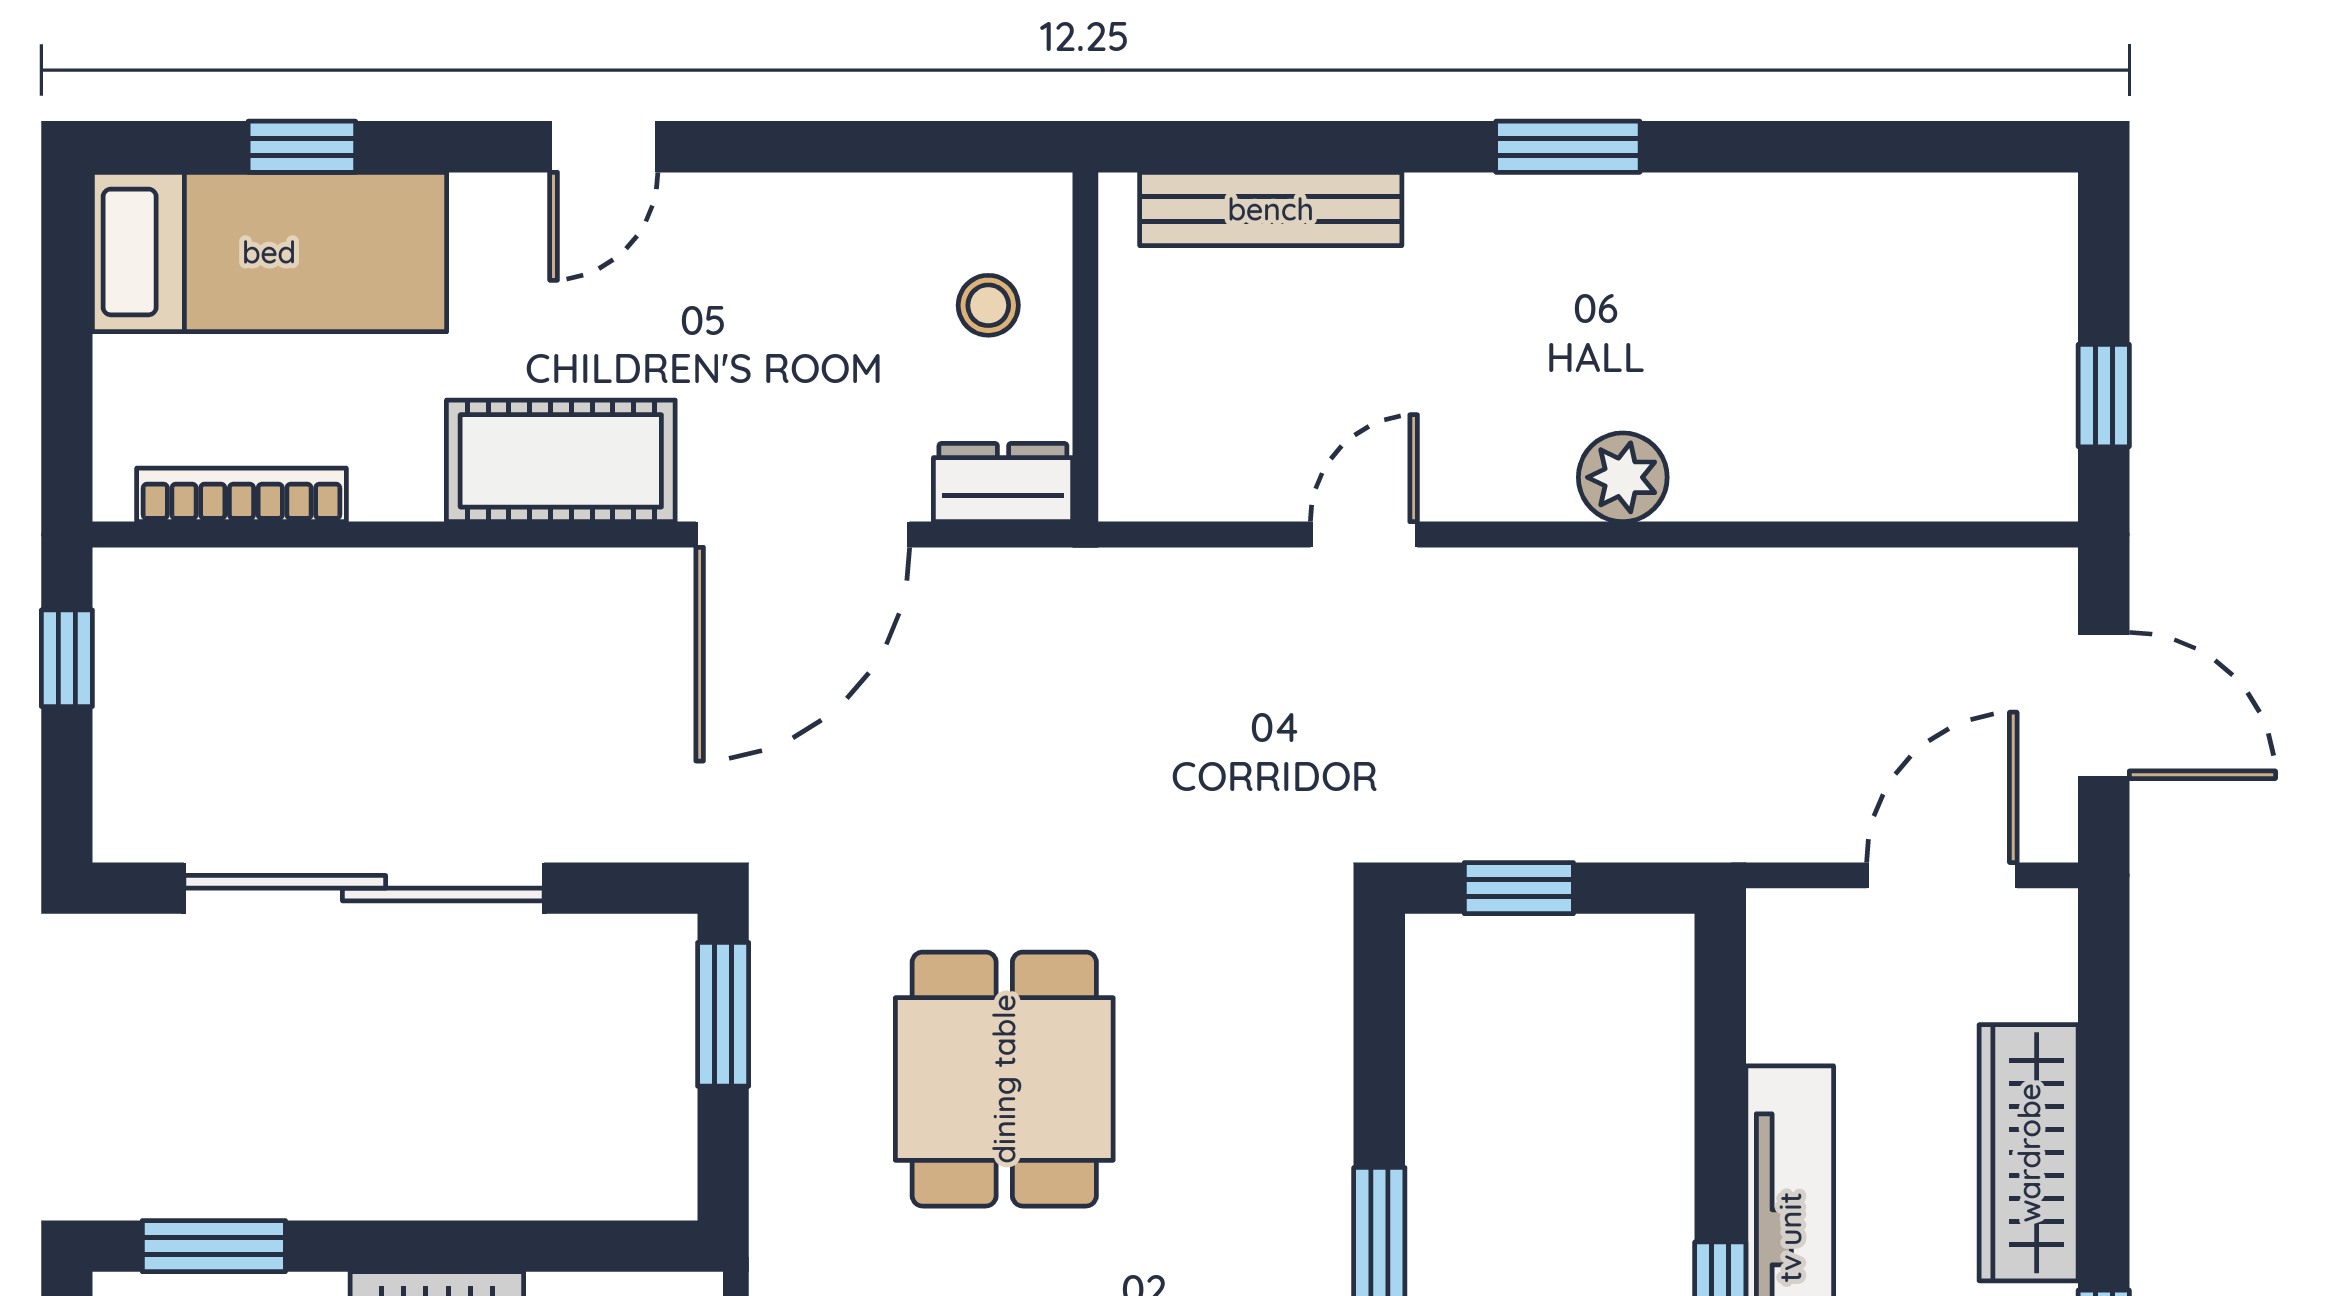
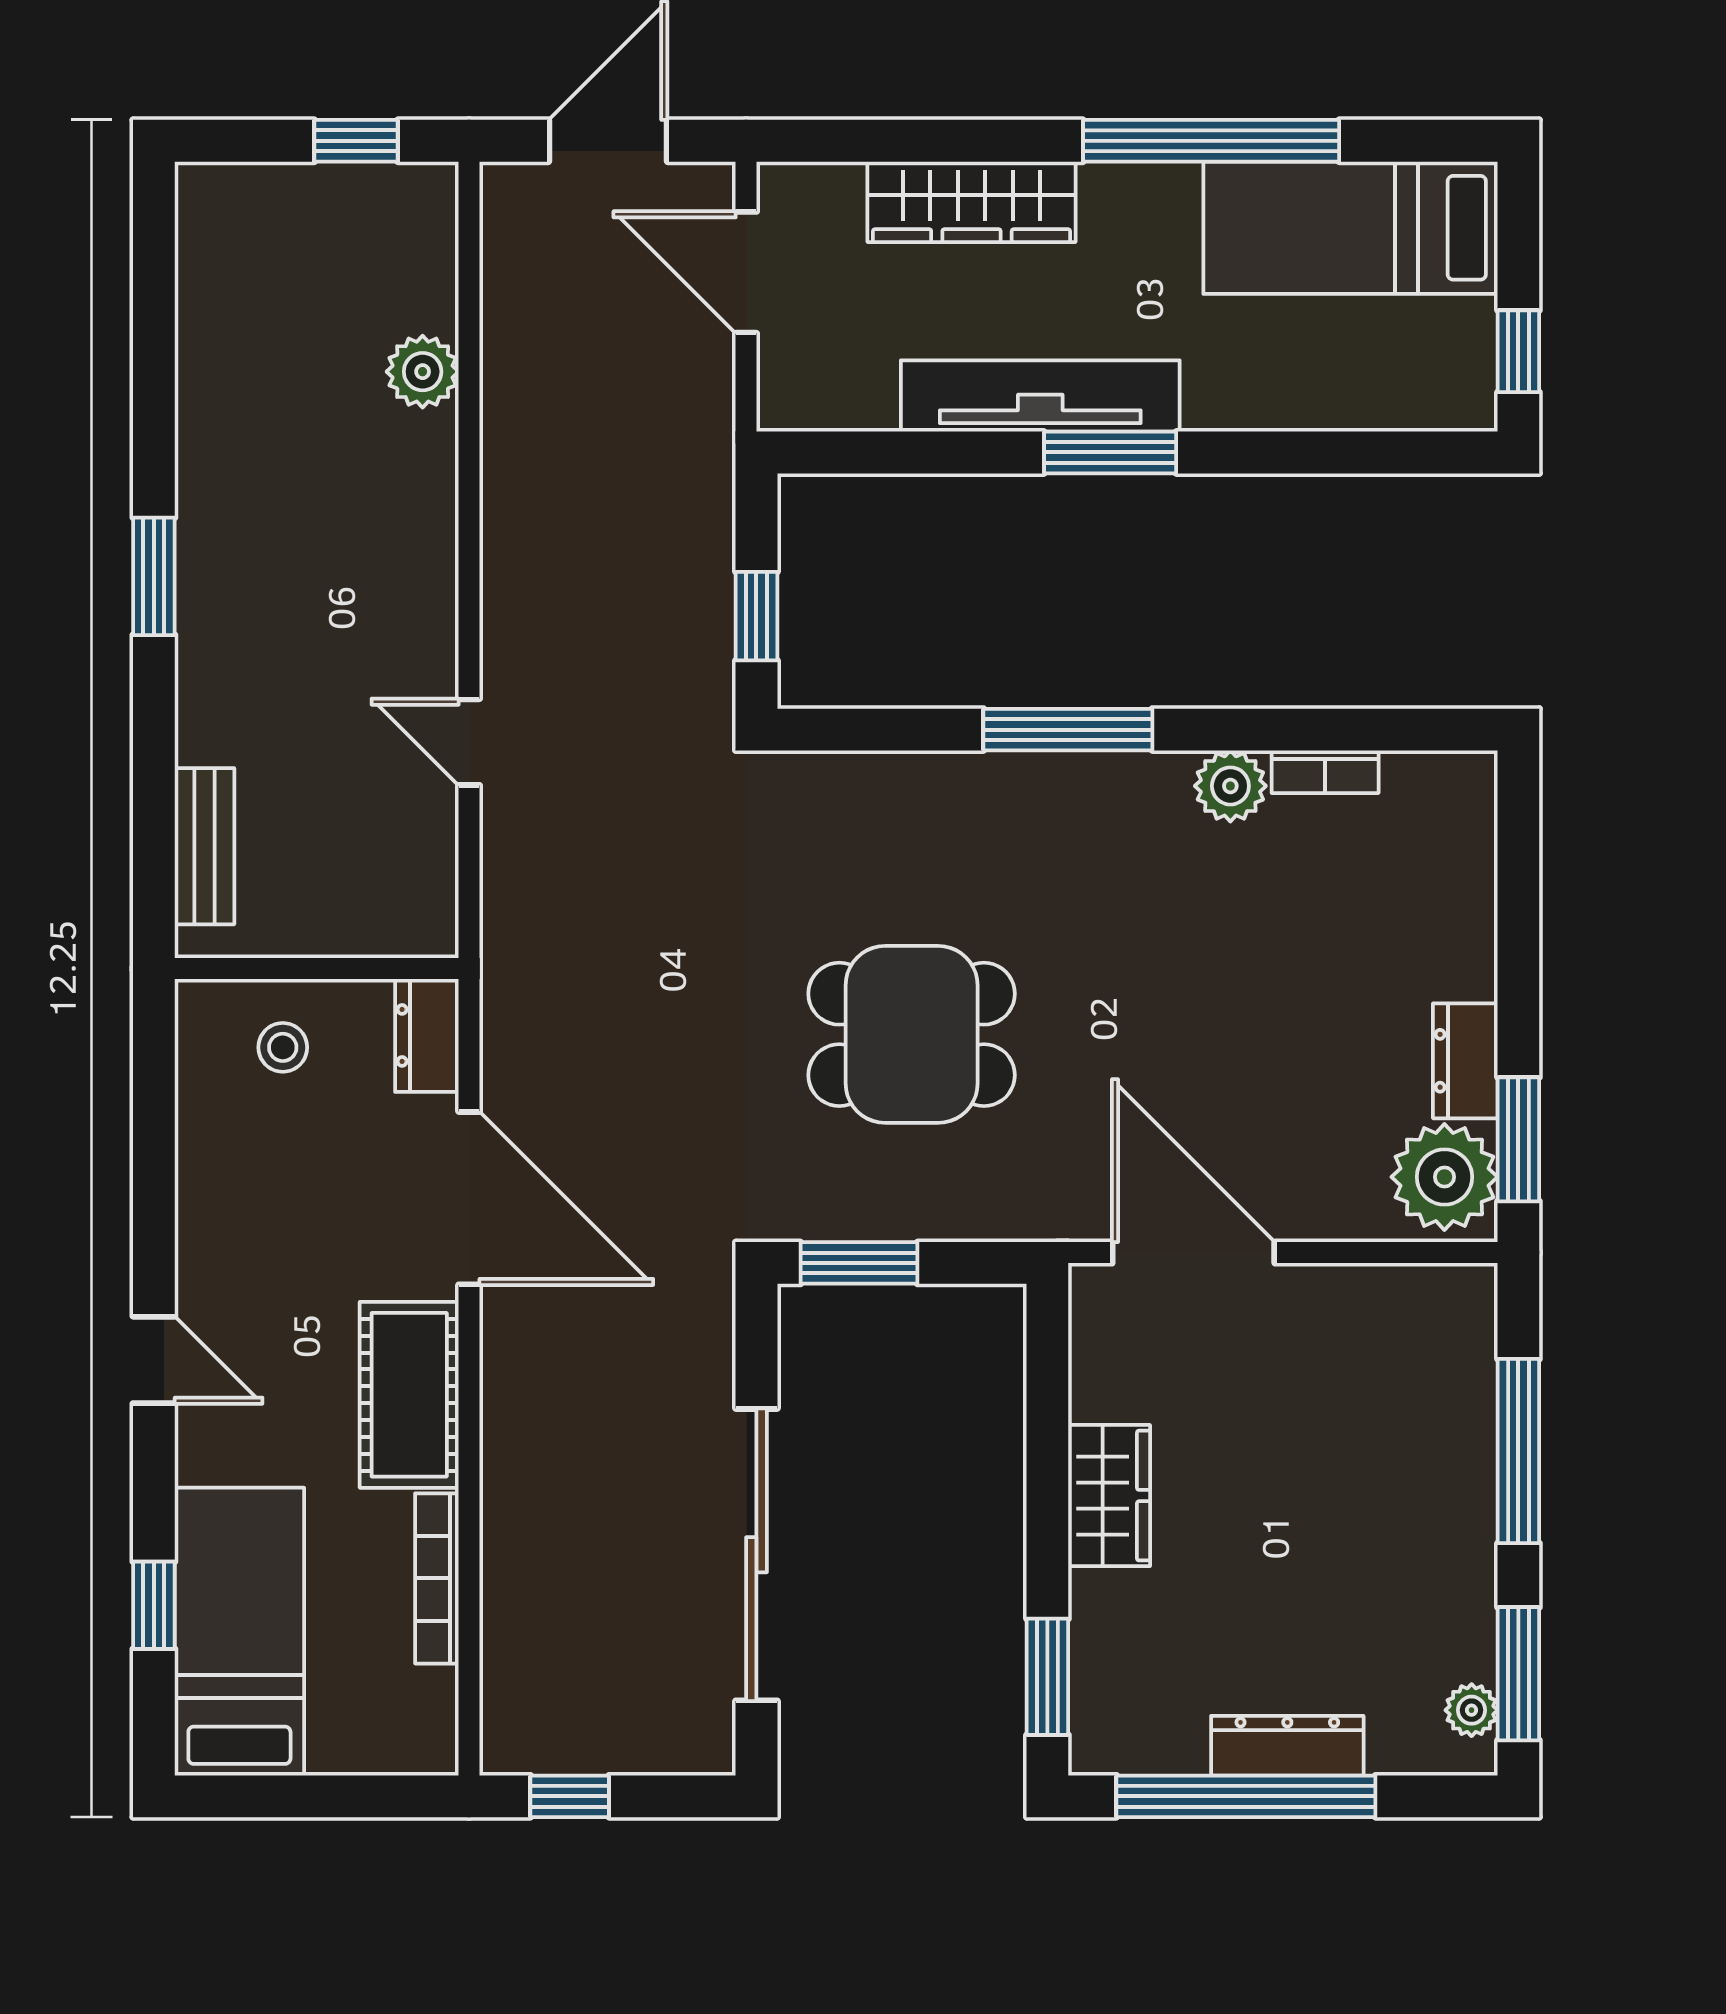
bench: (1271, 209) -> (204, 846), width x0.73
plant: (1623, 477) -> (423, 372), moved
bookcase: (242, 495) -> (437, 1578), moved

